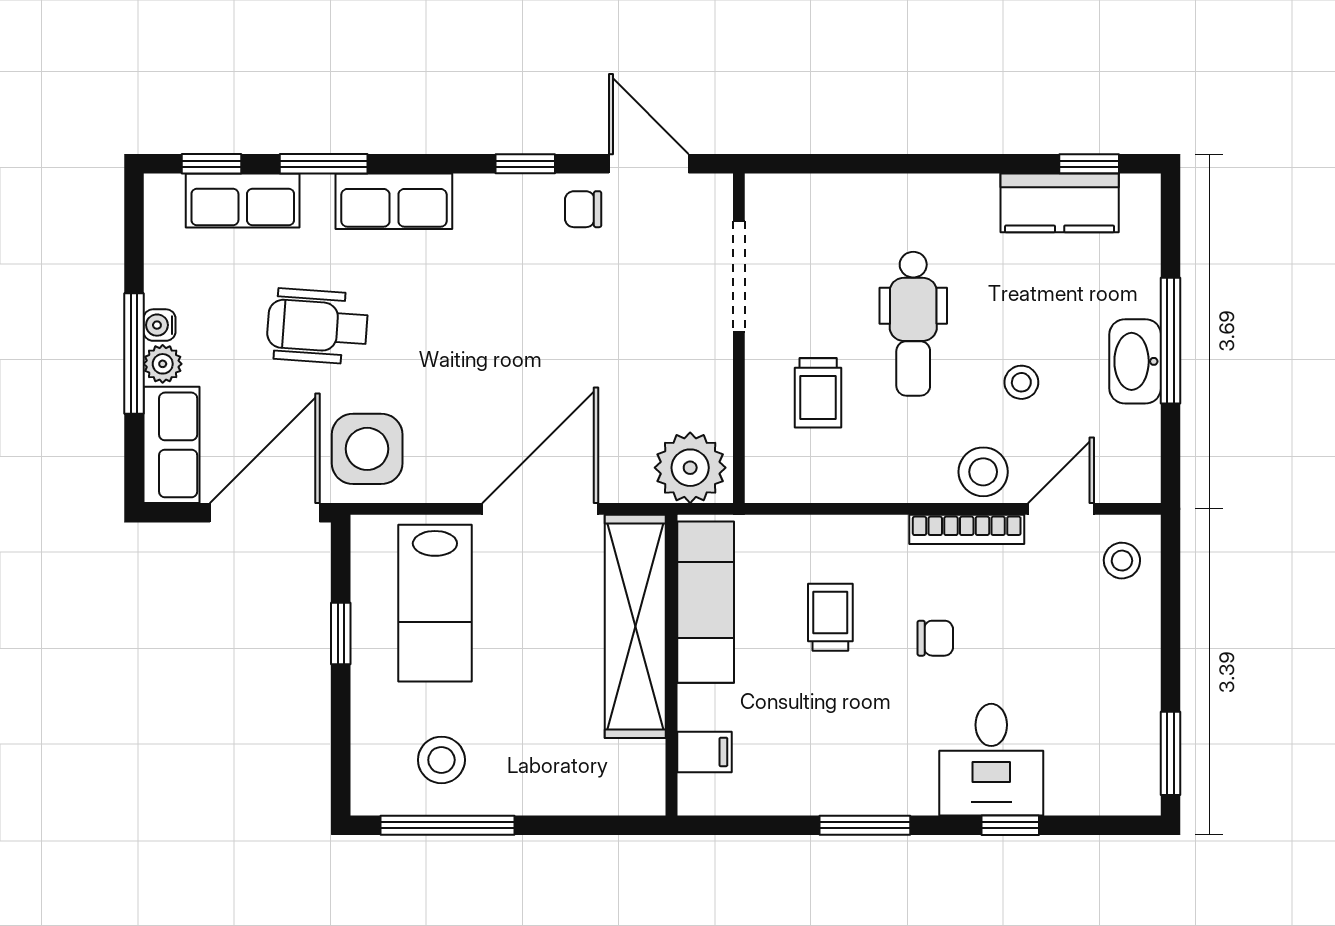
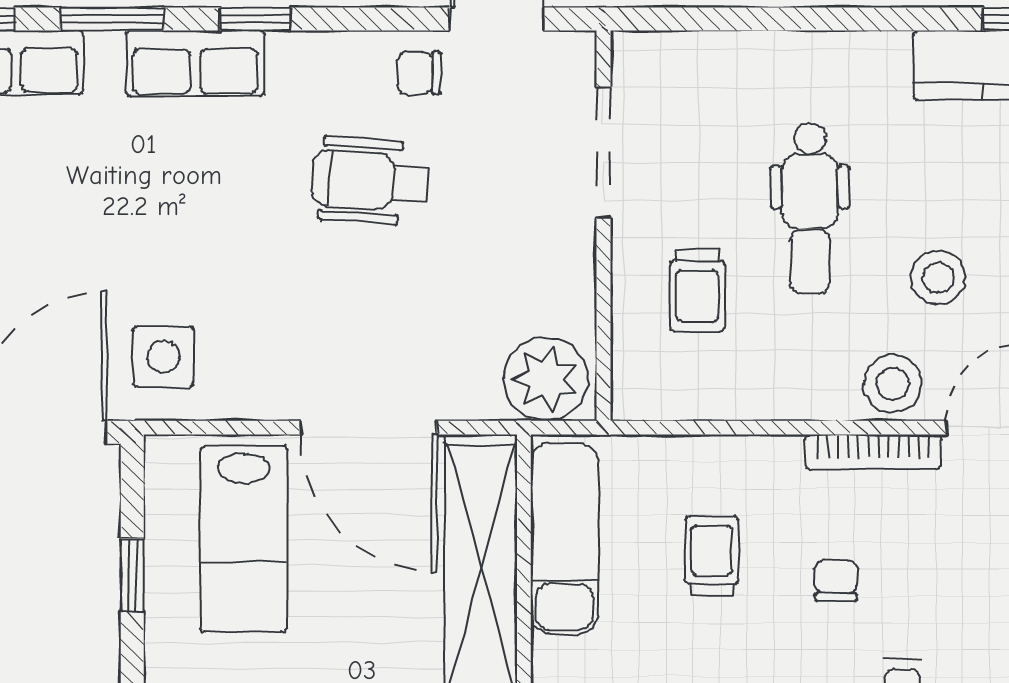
window: (525, 164) -> (255, 19), moved
wheelchair: (317, 326) -> (370, 181), moved
stool: (1021, 382) -> (938, 278), width x1.37, depth x1.37
side table: (367, 449) -> (163, 357), width x0.73, depth x0.73
door: (540, 509) -> (368, 428), swing flipped
chair: (935, 638) -> (836, 581), turned -90

